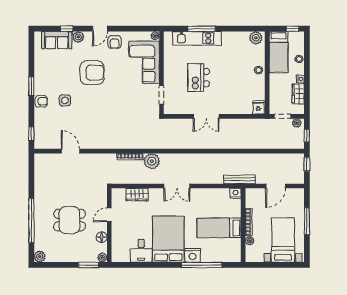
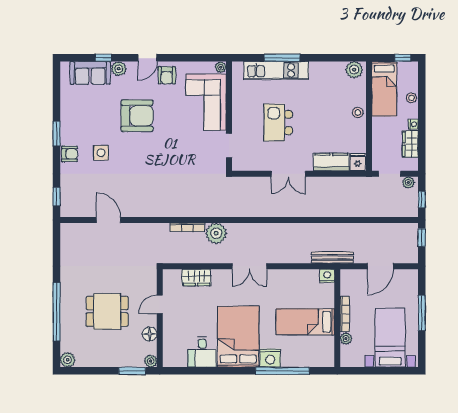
kitchen counter: (239, 107) -> (331, 162), added

